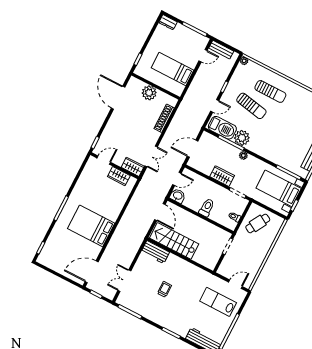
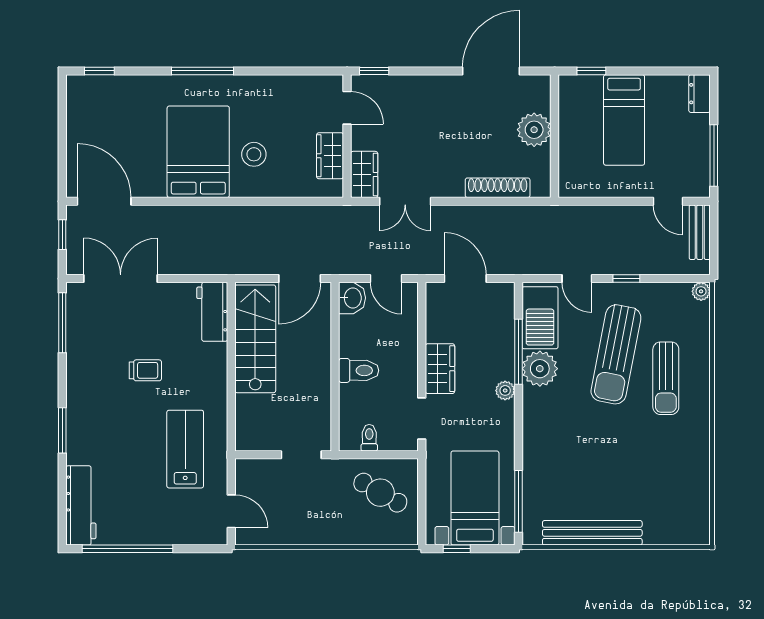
bed: (172, 69) -> (624, 120), moved, turned 180
sun lounger: (251, 106) -> (616, 354), width x1.36, depth x1.34
stool: (103, 205) -> (254, 154), added
double door: (124, 281) -> (121, 279), width x1.37
lab bench: (218, 302) -> (185, 449), moved

